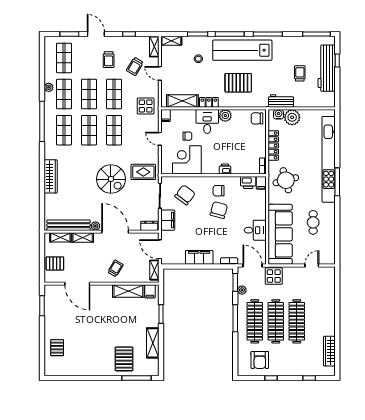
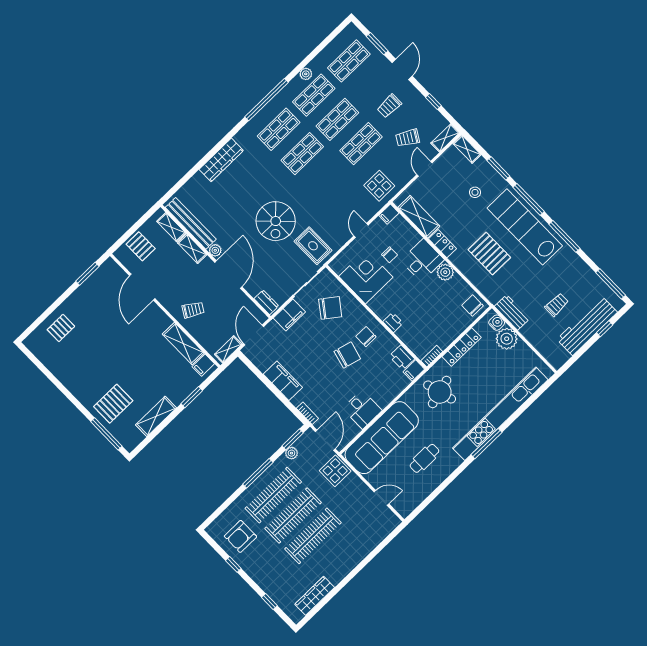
shop shelf: (114, 130) -> (326, 178), removed

